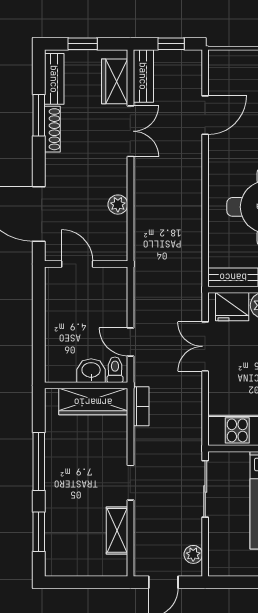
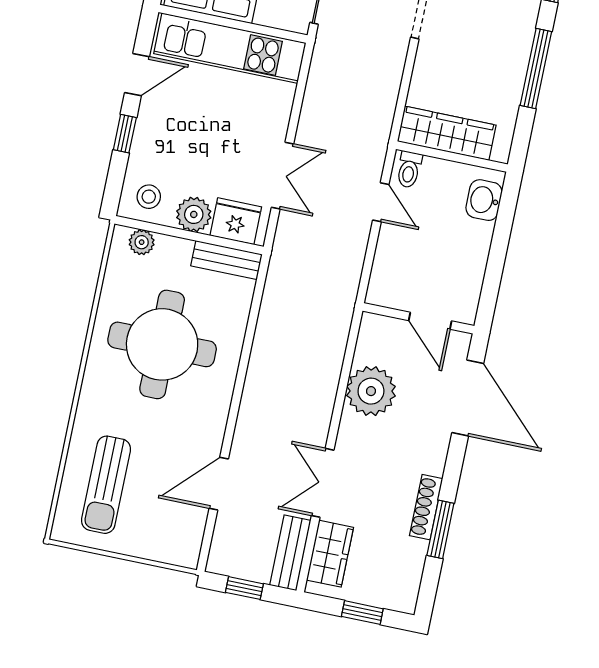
bench: (54, 79) -> (410, 574), removed
plant: (118, 205) -> (371, 391), width x1.88, depth x1.88
washbasin: (91, 371) -> (484, 200), moved, turned 90
bookcase: (141, 406) -> (384, 114), removed

